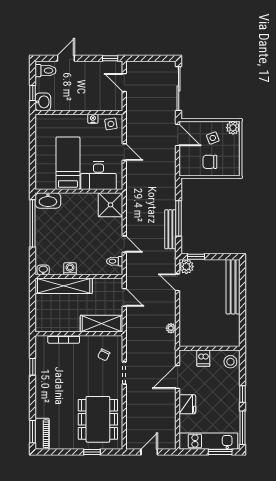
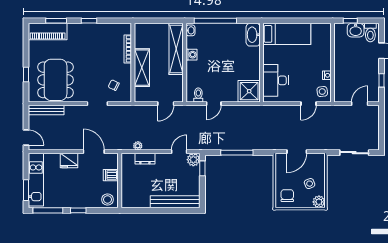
window: (110, 58) -> (382, 80), moved
sliding door: (179, 89) -> (354, 153), width x0.73
washbasin: (43, 102) -> (356, 30), moved
door: (177, 135) -> (297, 152), moved
door: (124, 152) -> (309, 104), moved
chair: (210, 162) -> (287, 196), moved
bed: (68, 163) -> (287, 34), moved
window: (33, 223) -> (215, 21), moved
bench: (170, 229) -> (46, 110), moved
dresser: (185, 320) -> (145, 159), added
shelving: (102, 324) -> (142, 68), moved
window: (33, 367) -> (89, 21), moved
dining table: (98, 419) -> (56, 80), turned 90
window: (33, 432) -> (56, 21), moved
piano: (42, 434) -> (48, 32), width x1.37, depth x1.33
door: (149, 452) -> (26, 138), moved

